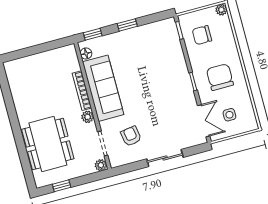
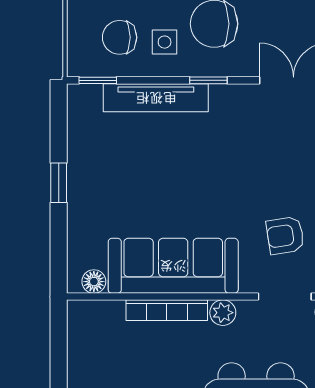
window: (93, 34) -> (59, 258), removed
chair: (202, 35) -> (120, 37), turned 90
tv unit: (179, 59) -> (156, 98), added
side table: (229, 115) -> (165, 42), moved

